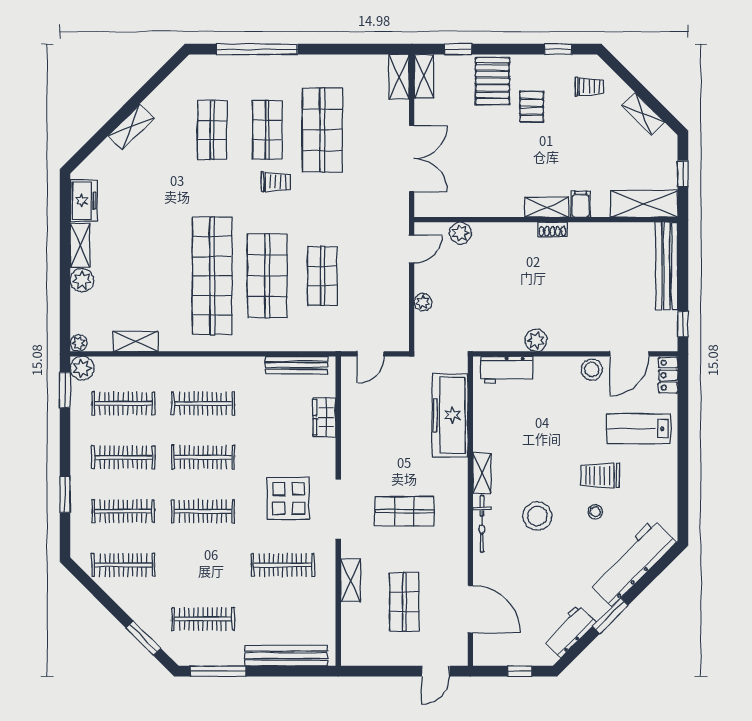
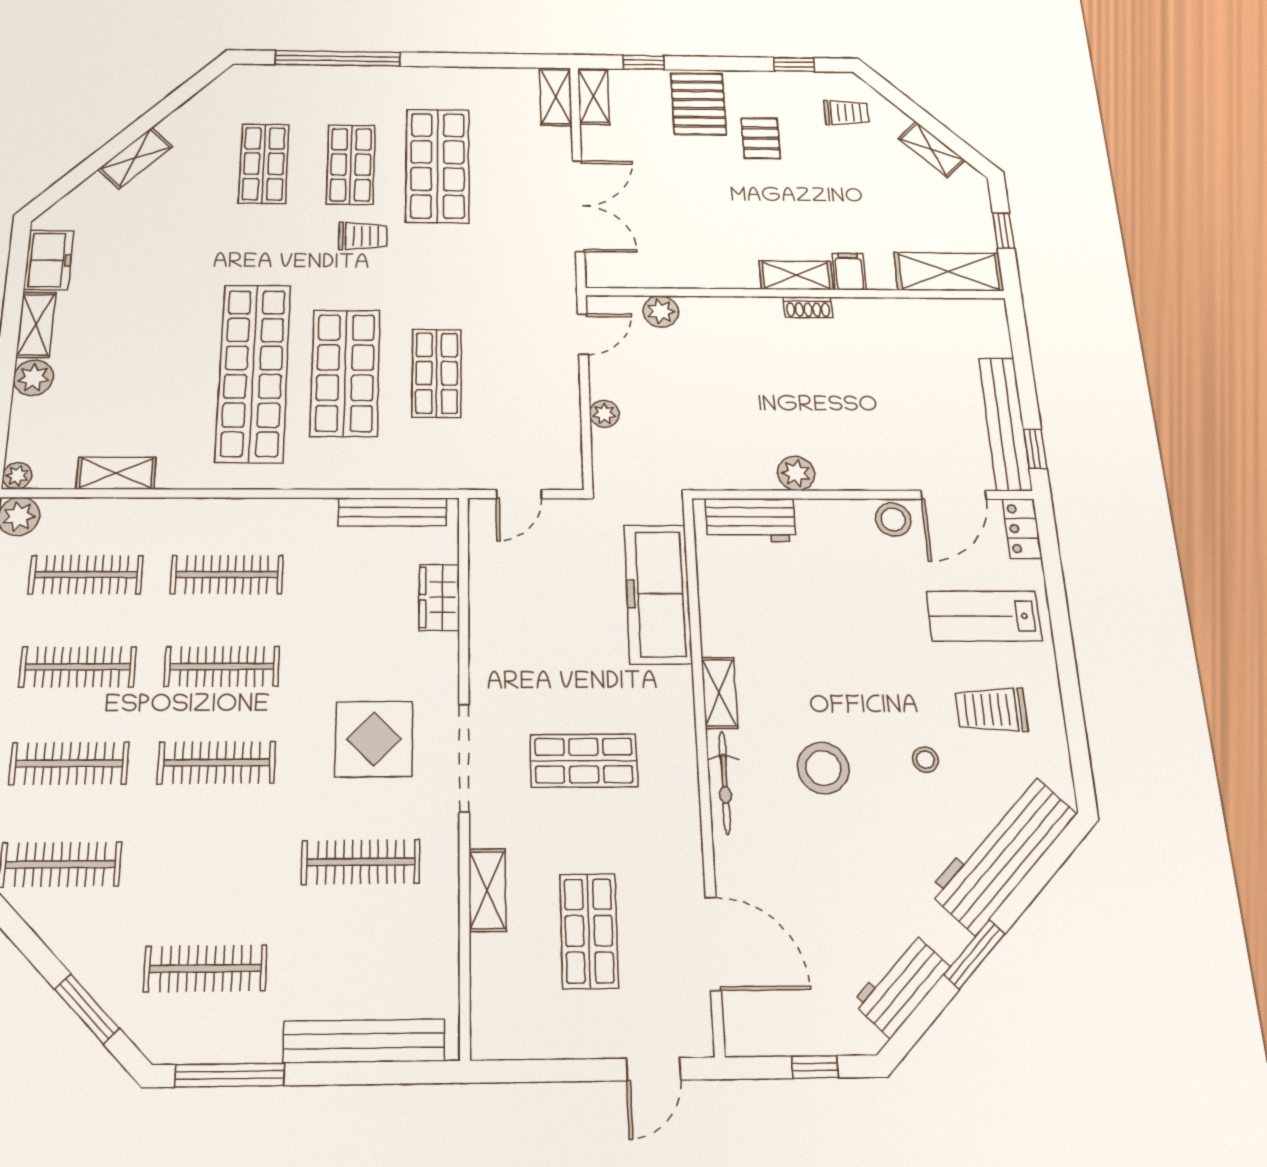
bench: (667, 266) -> (1005, 424), moved
trolley: (600, 476) -> (992, 710), moved

